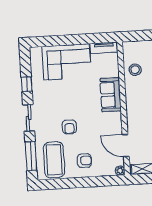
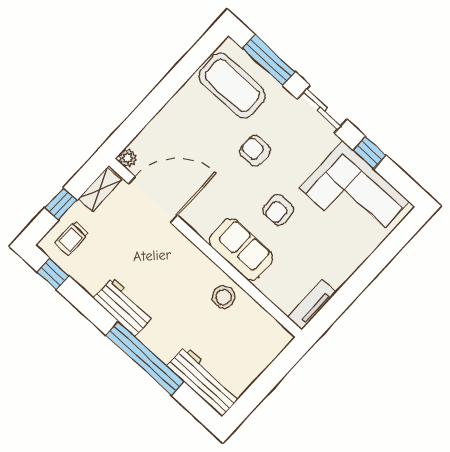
corner sofa: (67, 62) -> (354, 195), moved, turned -90
stool: (135, 70) -> (224, 297), moved
door: (126, 146) -> (153, 200), width x1.36
armchair: (84, 161) -> (278, 210), moved

